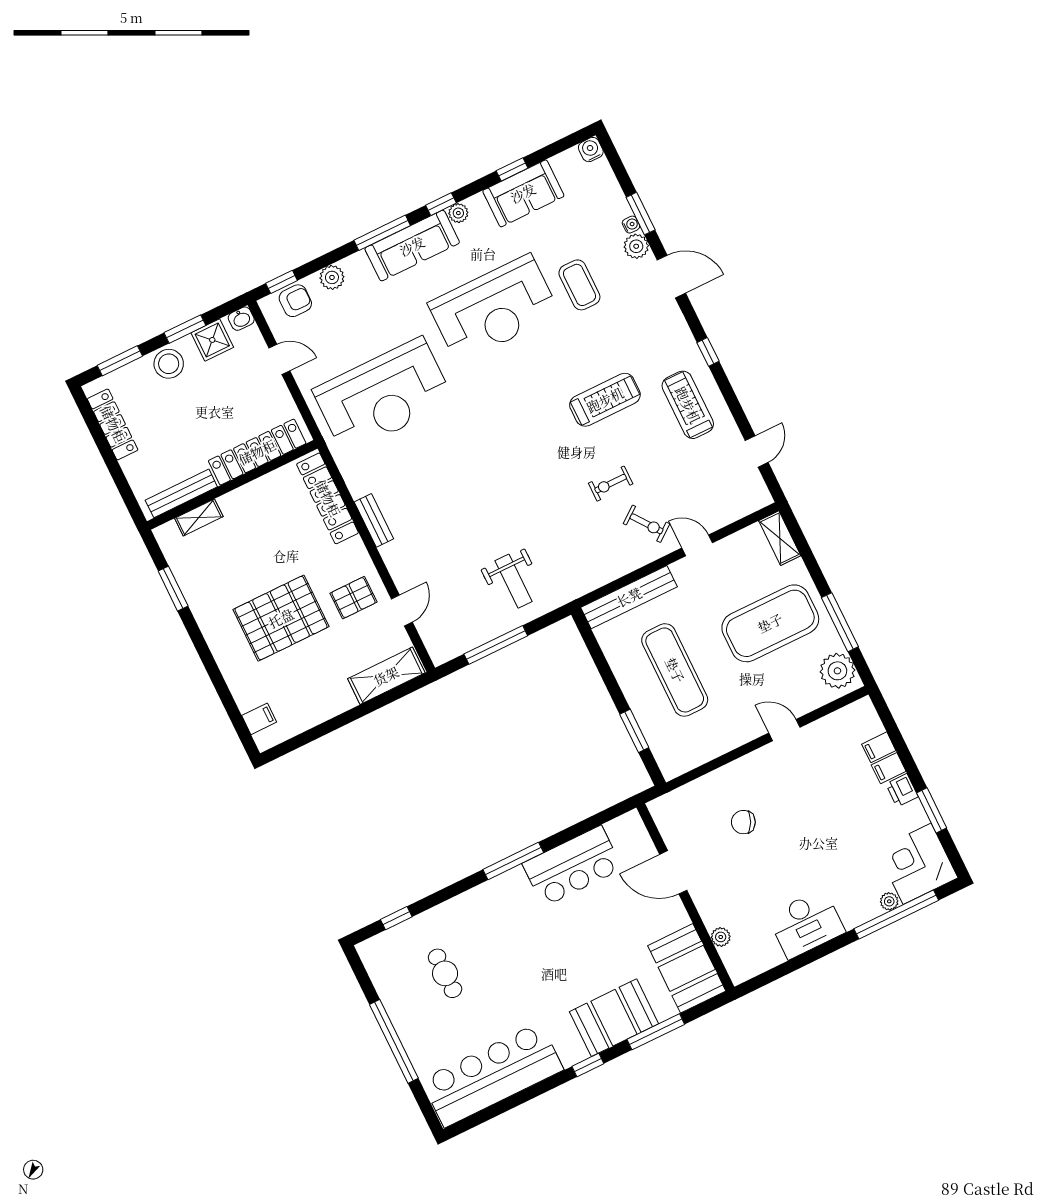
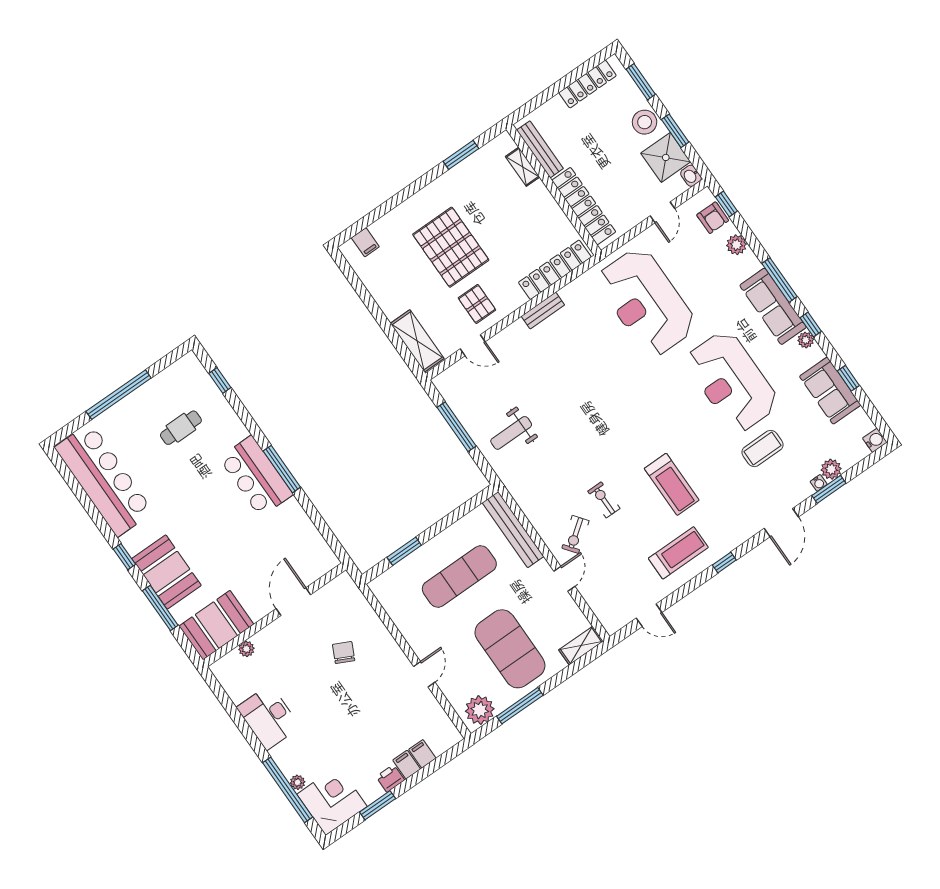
plant: (636, 246) -> (831, 469), moved
shower: (212, 340) -> (666, 157), width x1.36, depth x1.36
bar counter: (572, 866) -> (256, 476), moved

